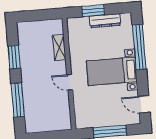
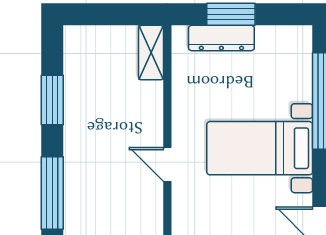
dresser: (105, 21) -> (221, 38), moved
shelving: (59, 48) -> (151, 53), moved

